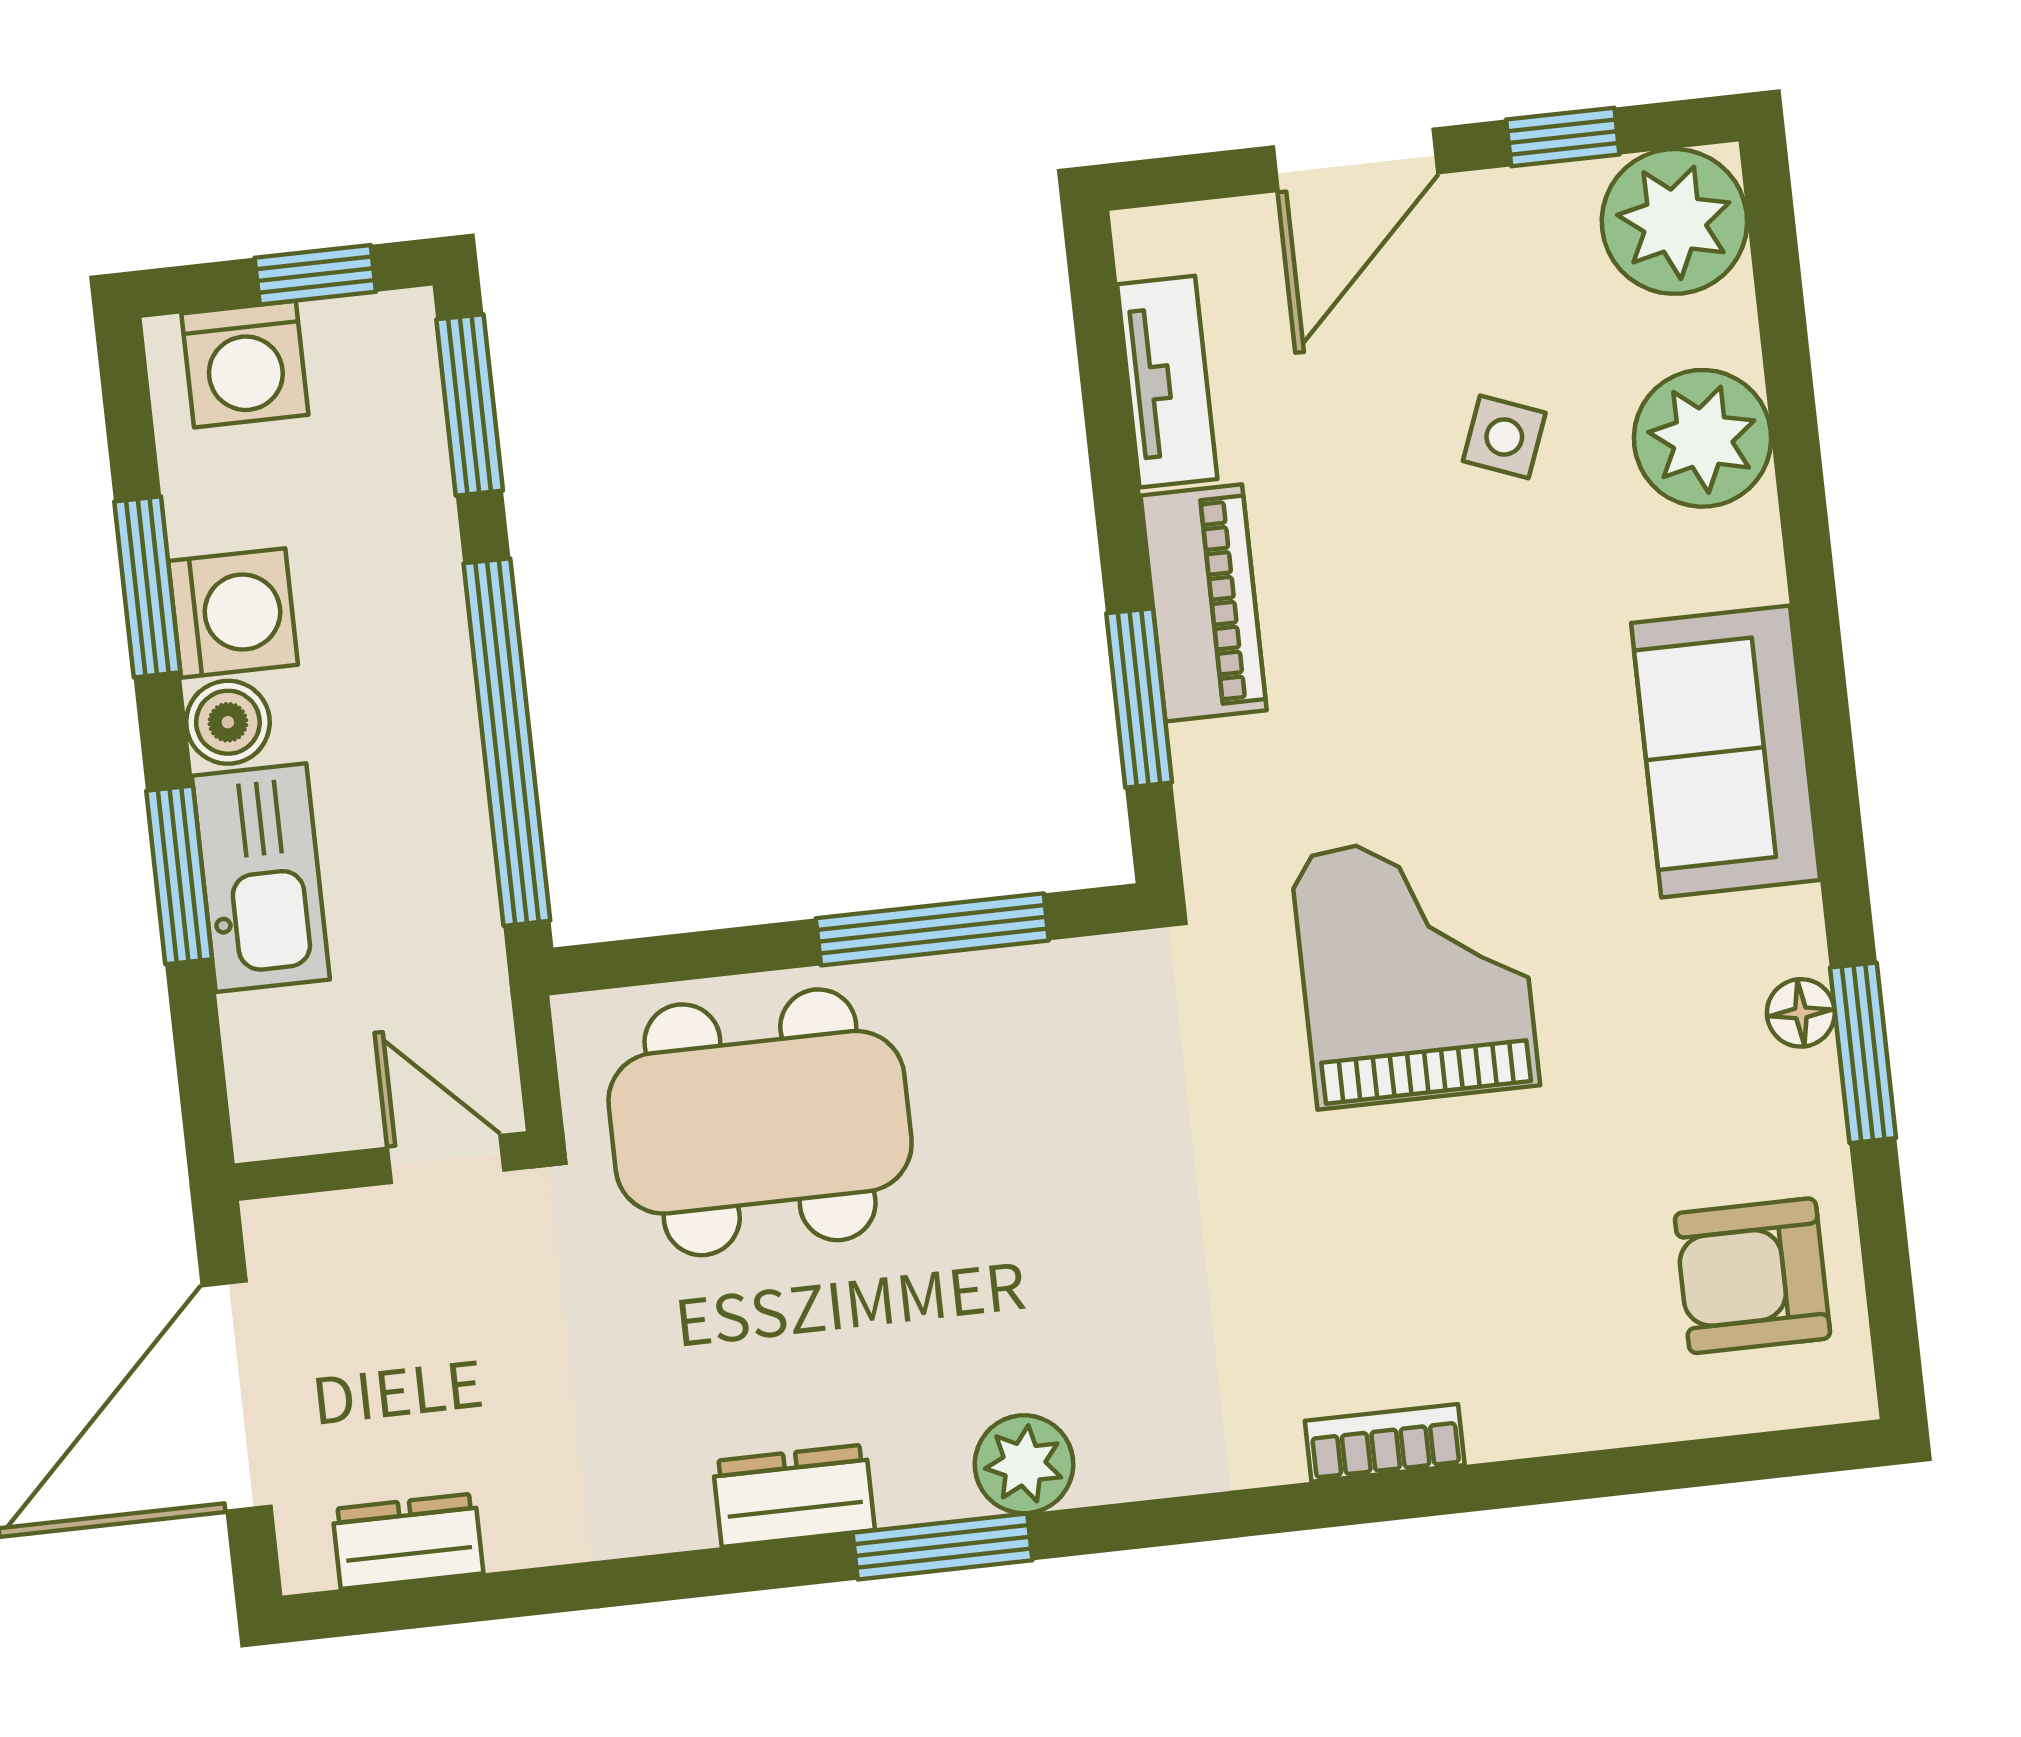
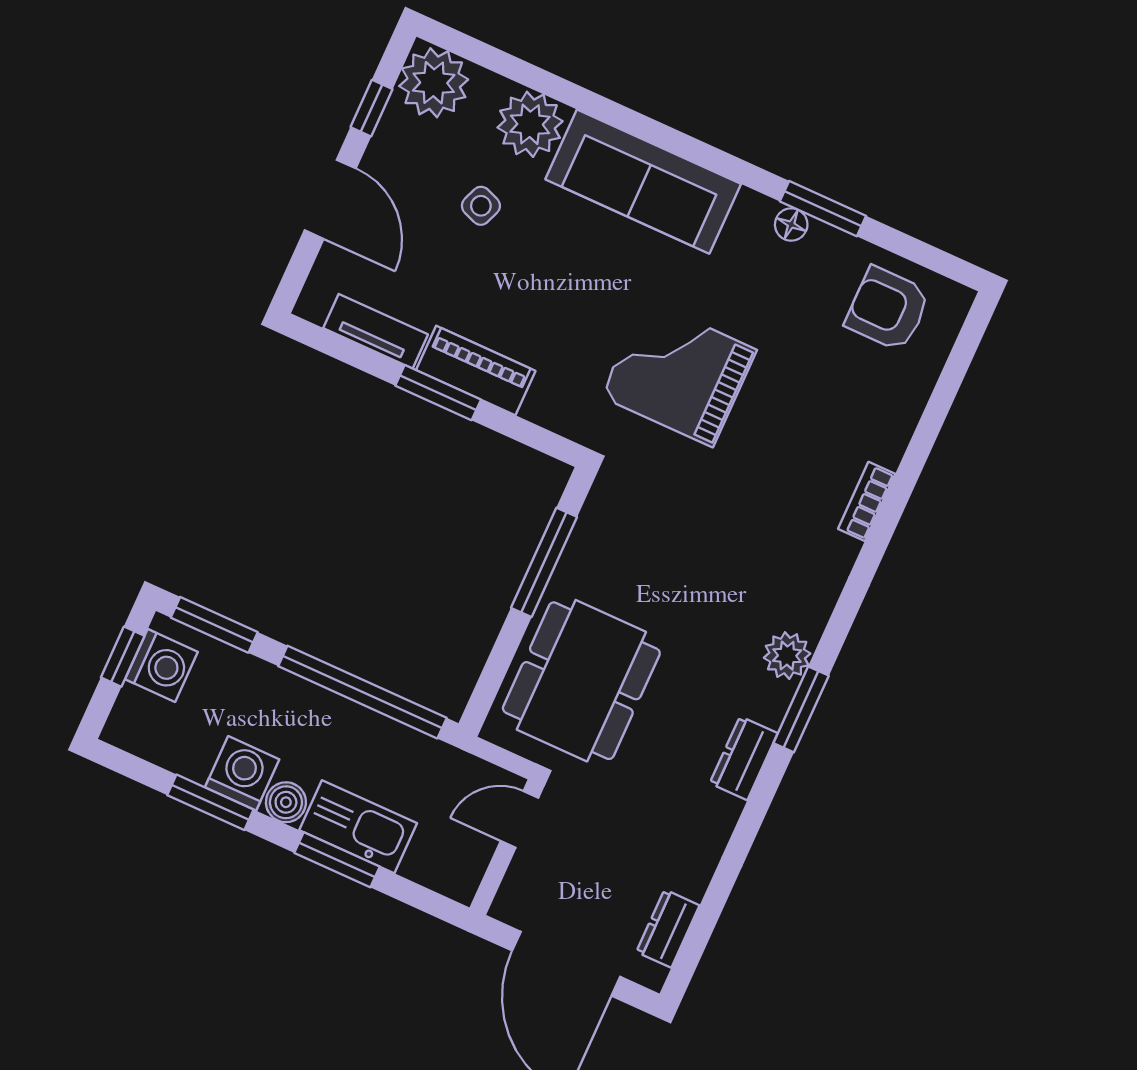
washing machine: (245, 364) -> (161, 665), moved
window: (1139, 698) -> (438, 393), moved
sofa: (1726, 752) -> (643, 182), width x1.36
armchair: (1753, 1276) -> (888, 309), turned 90

